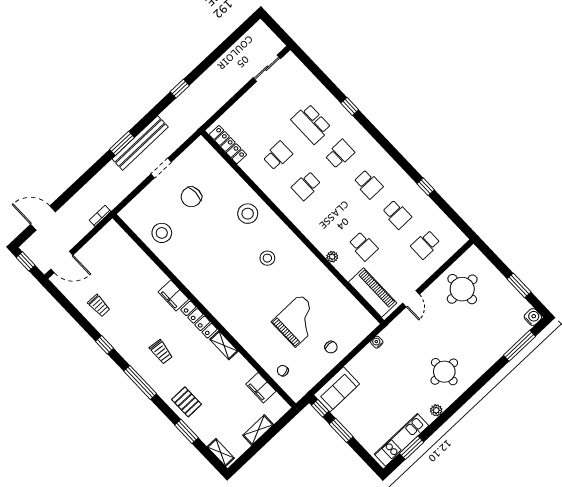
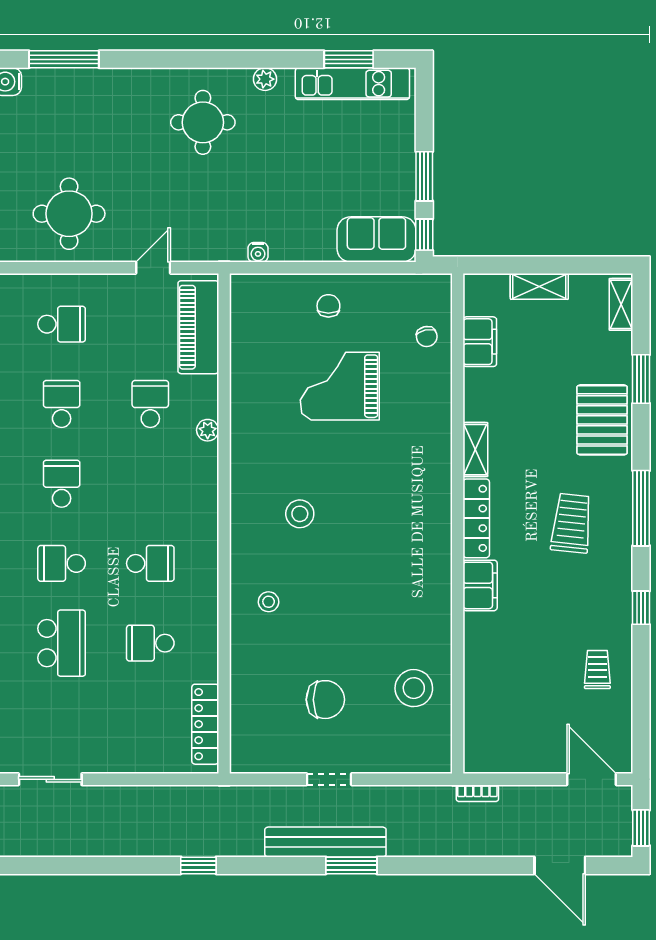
stool: (248, 214) -> (269, 602), width x0.53, depth x0.53
trolley: (161, 352) -> (572, 523), width x1.36, depth x1.39
pallet: (187, 402) -> (602, 420), width x1.50, depth x1.42

